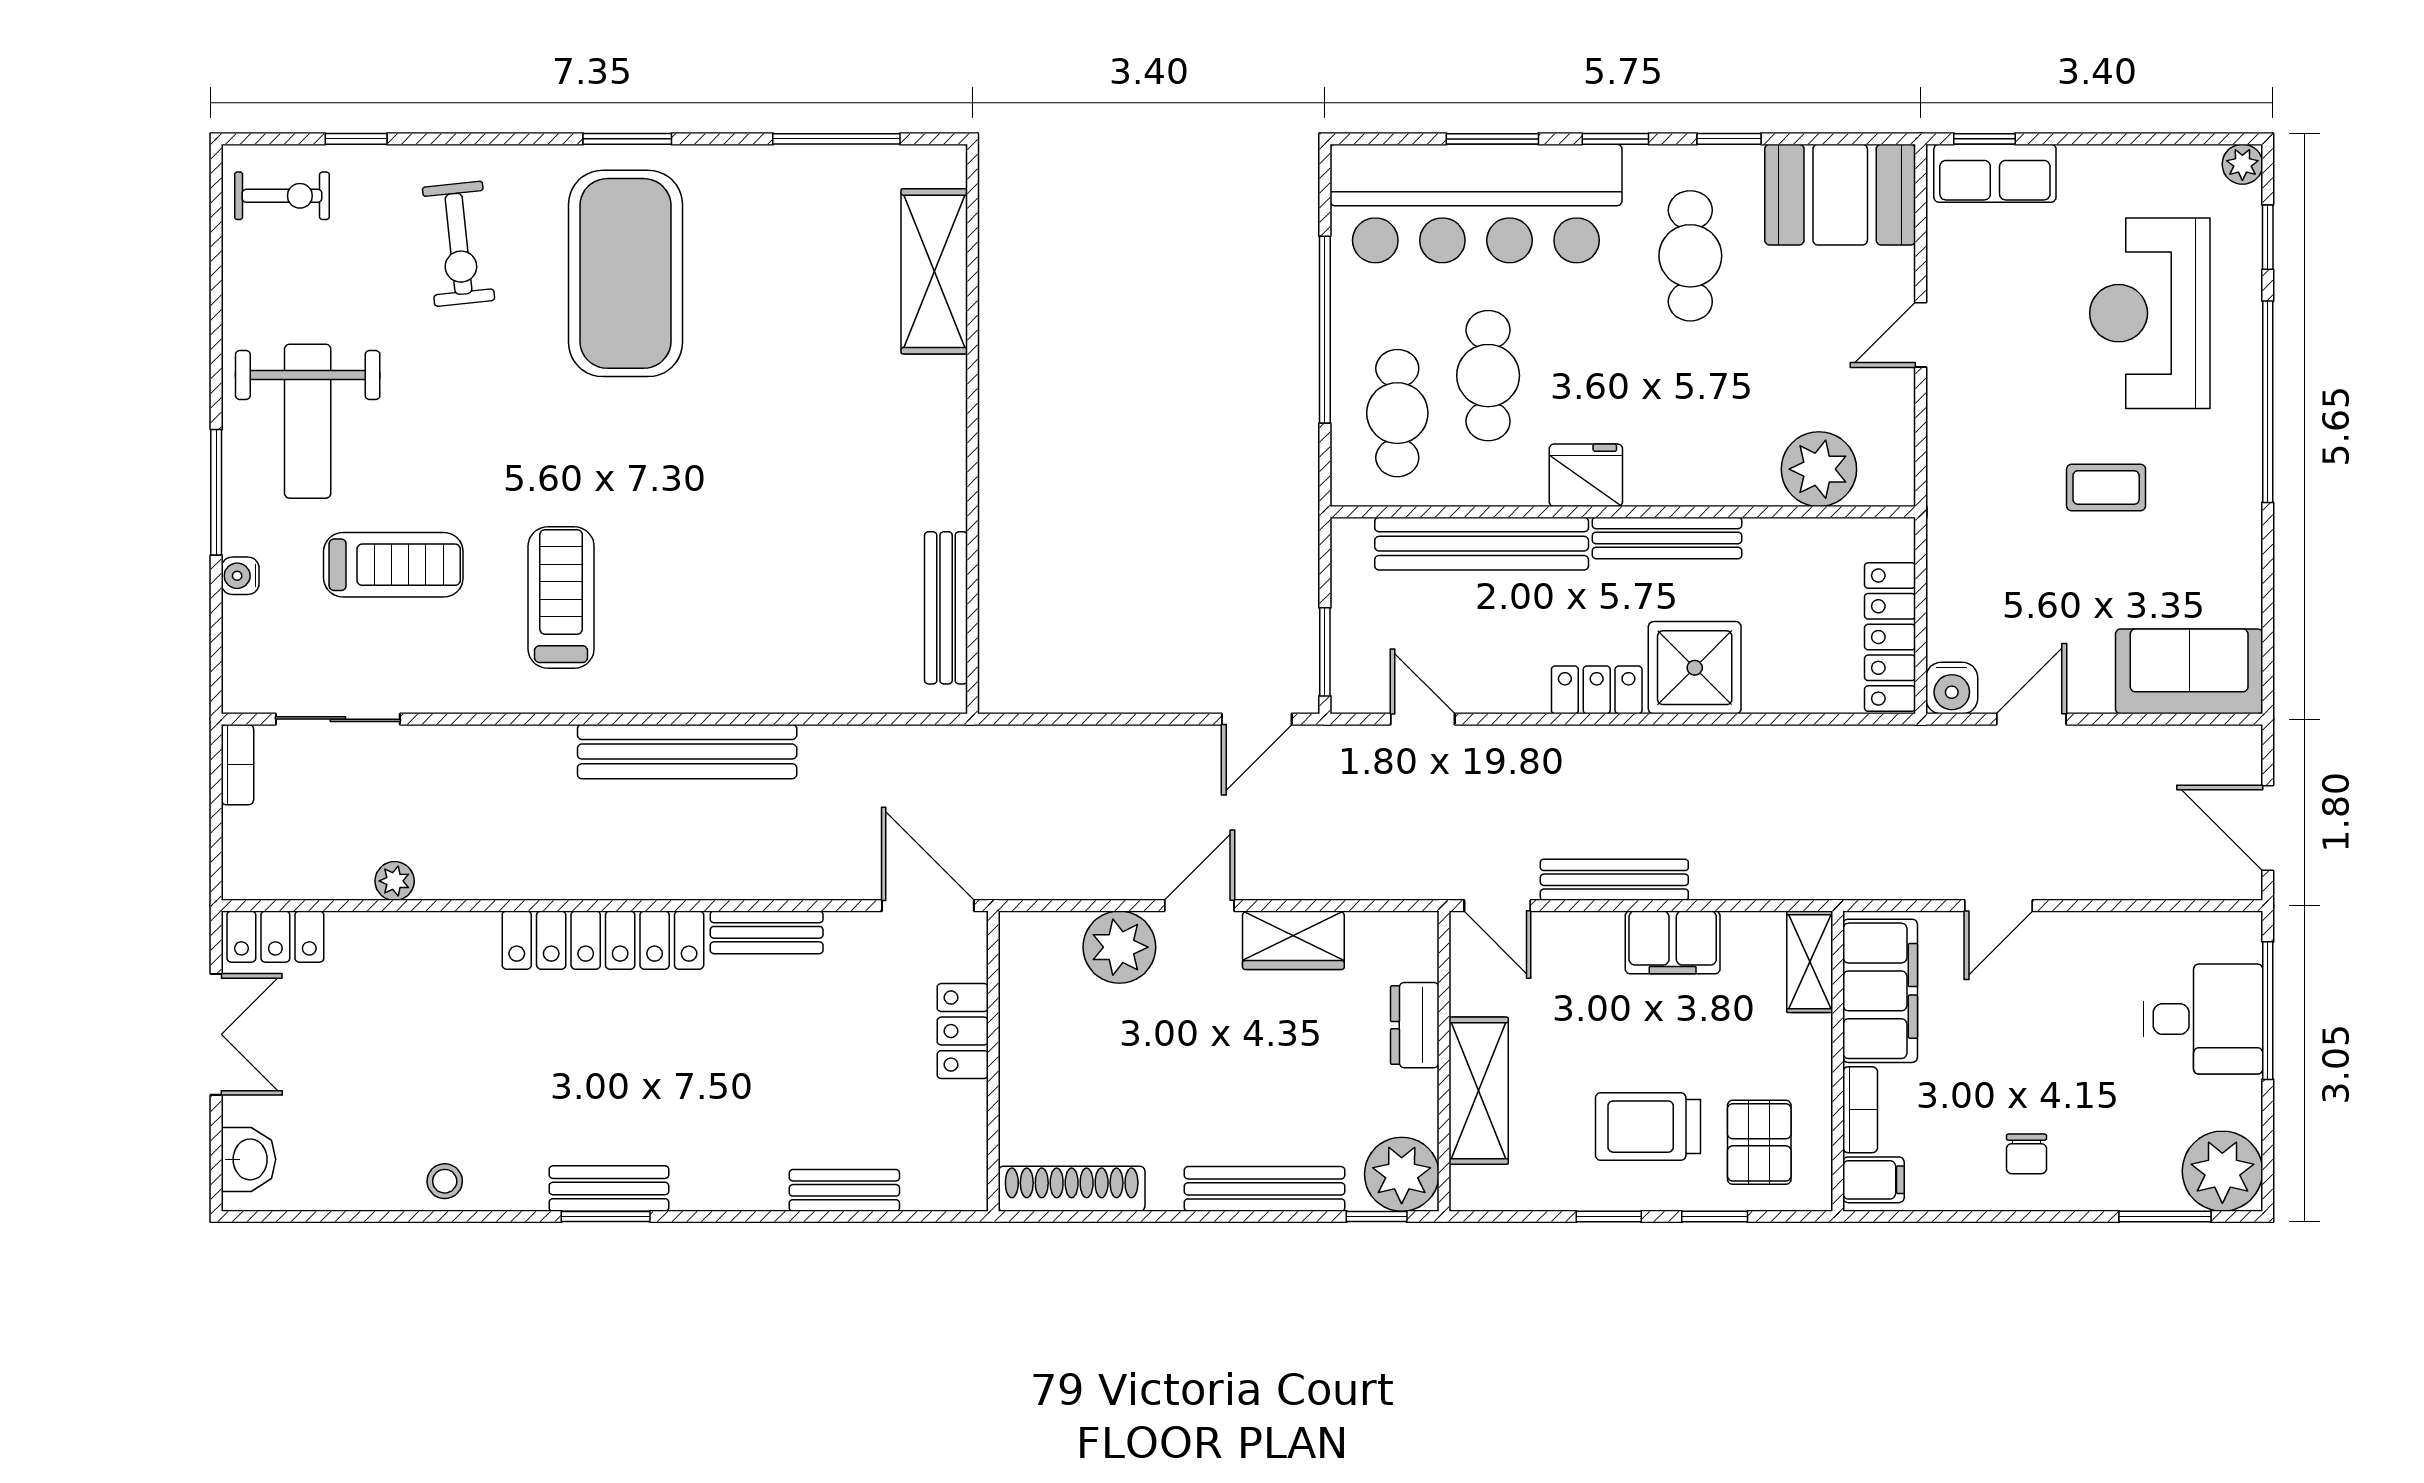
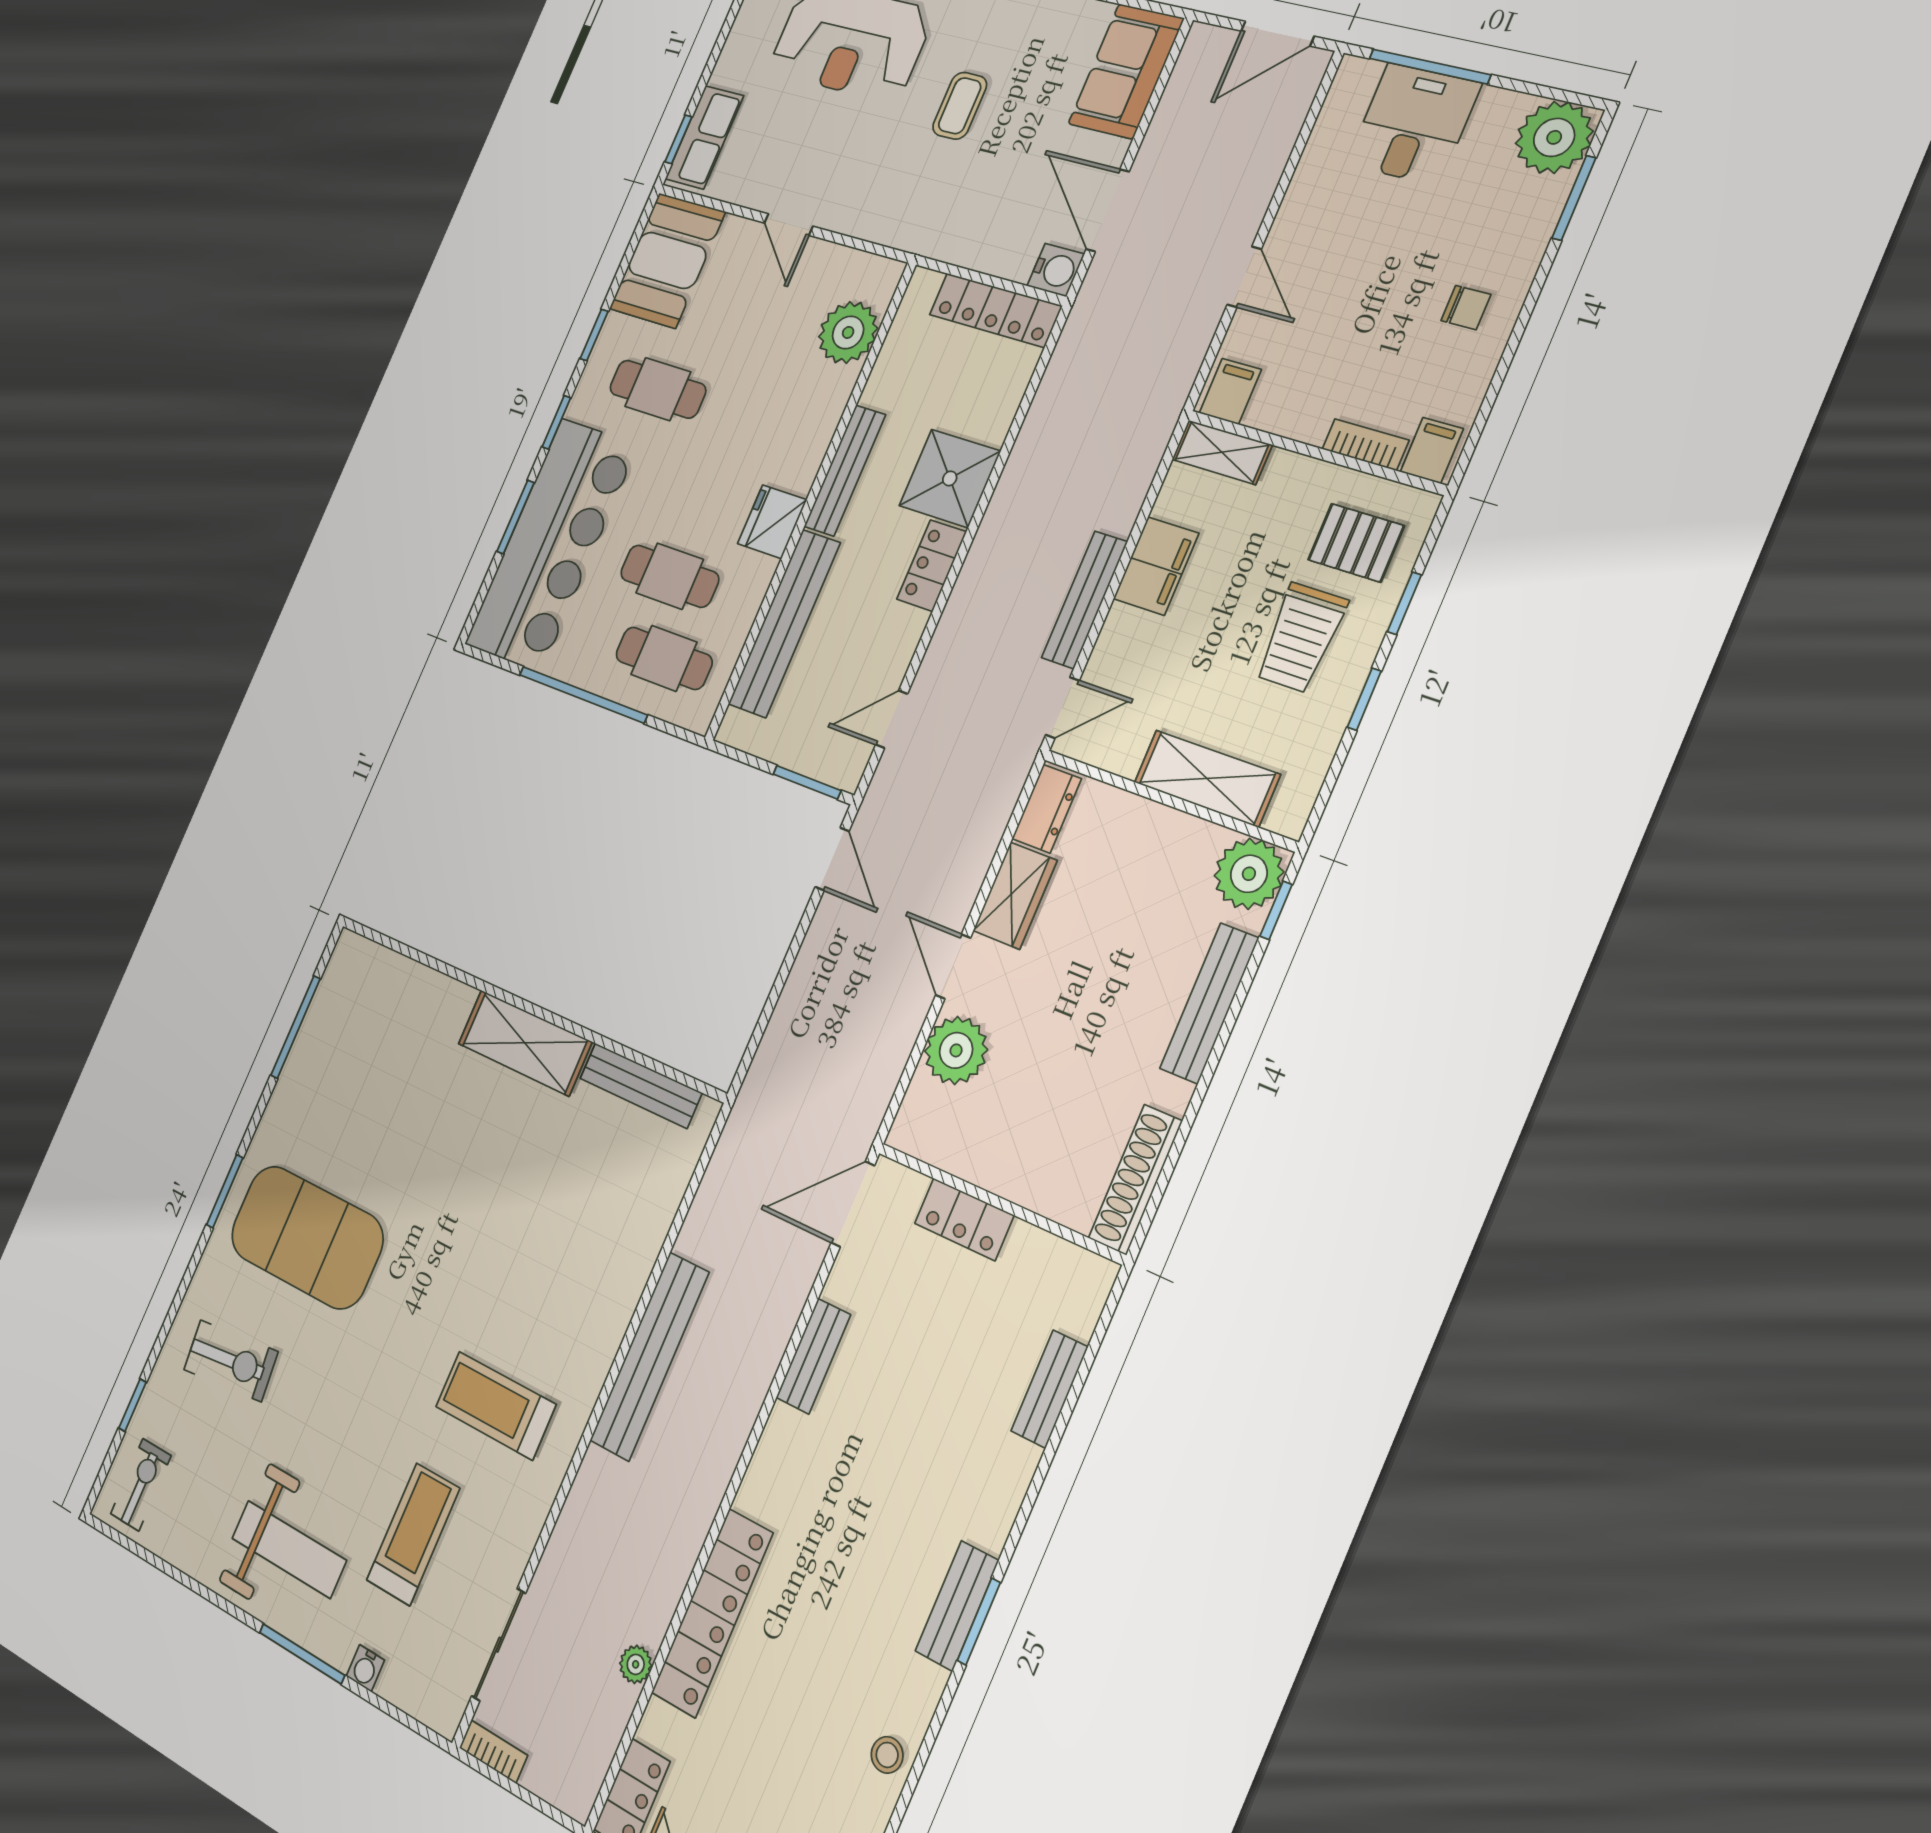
shelving: (934, 271) -> (525, 1043), moved
door: (2031, 719) -> (1108, 210), width x1.37
locker: (603, 940) -> (712, 1613), moved
filing cabinet: (1880, 991) -> (1230, 391), width x0.33, depth x0.86
dresser: (1415, 1025) -> (1047, 809), moved, turned -90

